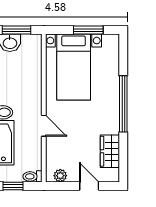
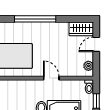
door: (44, 126) -> (51, 78), hinge flipped
wardrobe: (110, 151) -> (81, 29), moved

